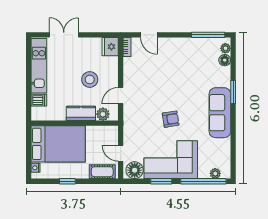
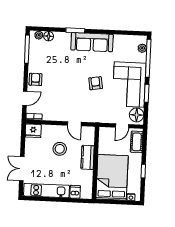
armchair: (172, 47) -> (36, 79), added
plant: (103, 114) -> (89, 139), removed

